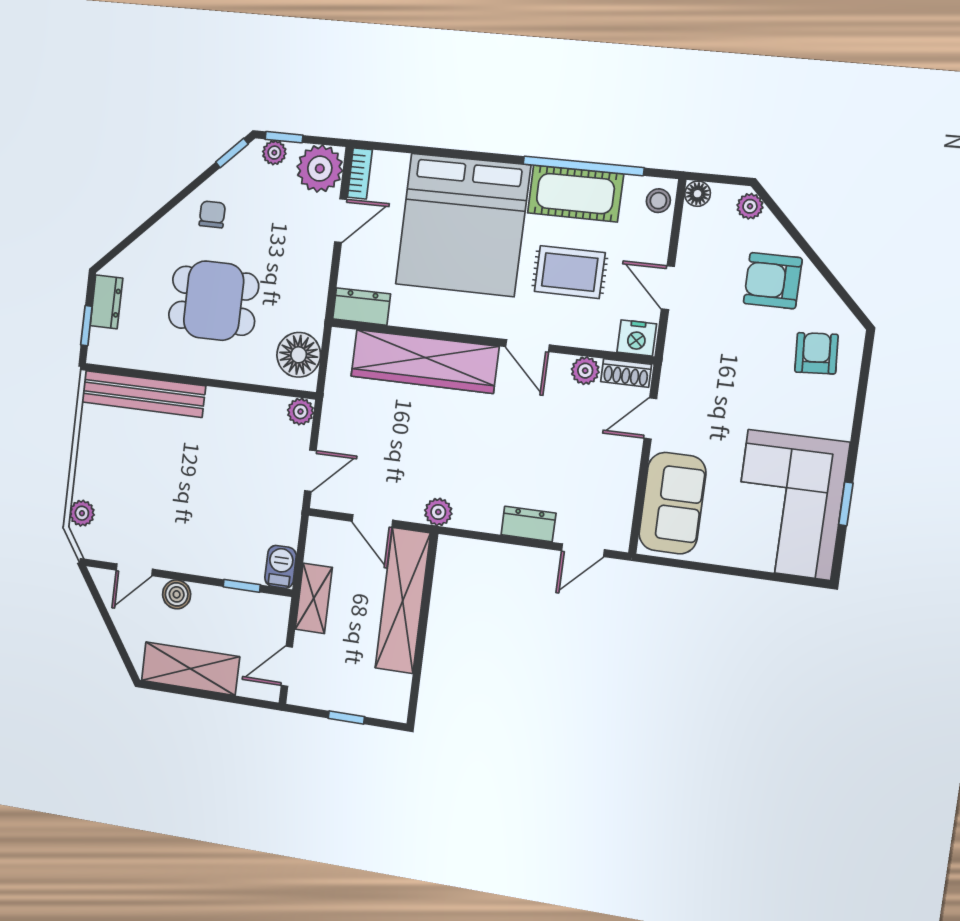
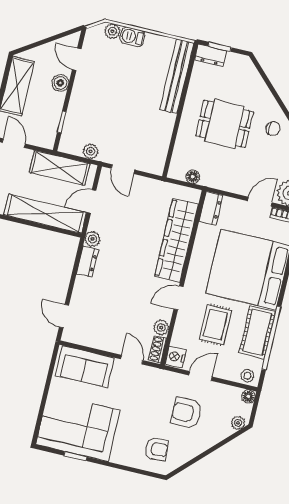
door: (341, 221) -> (260, 202), swing flipped
armchair: (773, 281) -> (187, 413), moved, turned -90
dining table: (214, 301) -> (225, 124), turned 90
dresser: (106, 302) -> (211, 55), moved
floor lamp: (299, 355) -> (193, 177), width x0.53, depth x0.53
plant: (300, 412) -> (91, 151), moved
dresser: (528, 524) -> (87, 262), moved
barbecue: (281, 567) -> (132, 37), moved, turned 180
shelving: (314, 598) -> (60, 168), width x1.50, depth x1.33

